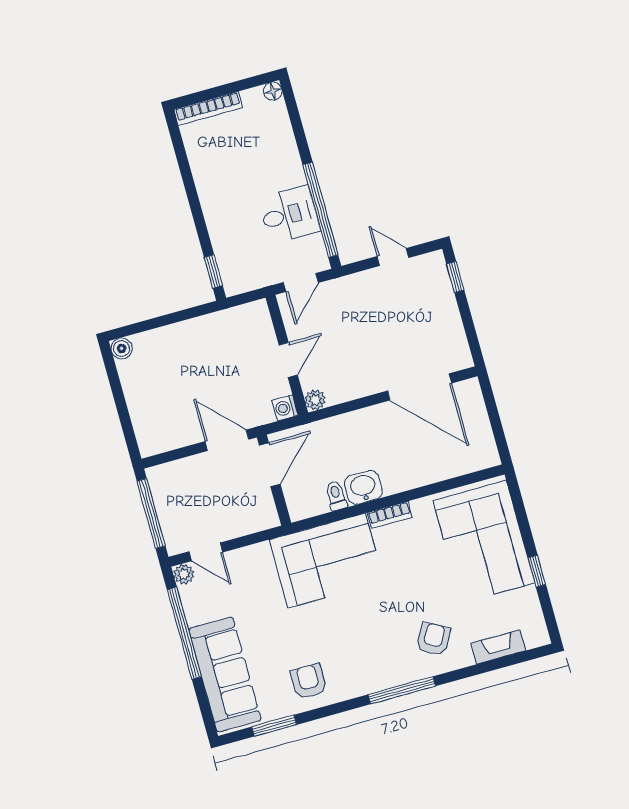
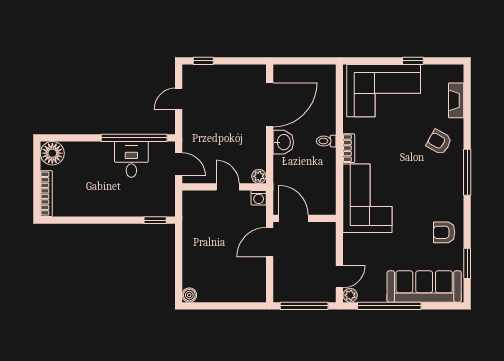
floor lamp: (273, 91) -> (52, 153), width x1.89, depth x1.89
washbasin: (363, 487) -> (283, 142), moved, turned 180
toilet: (336, 496) -> (326, 141), moved

